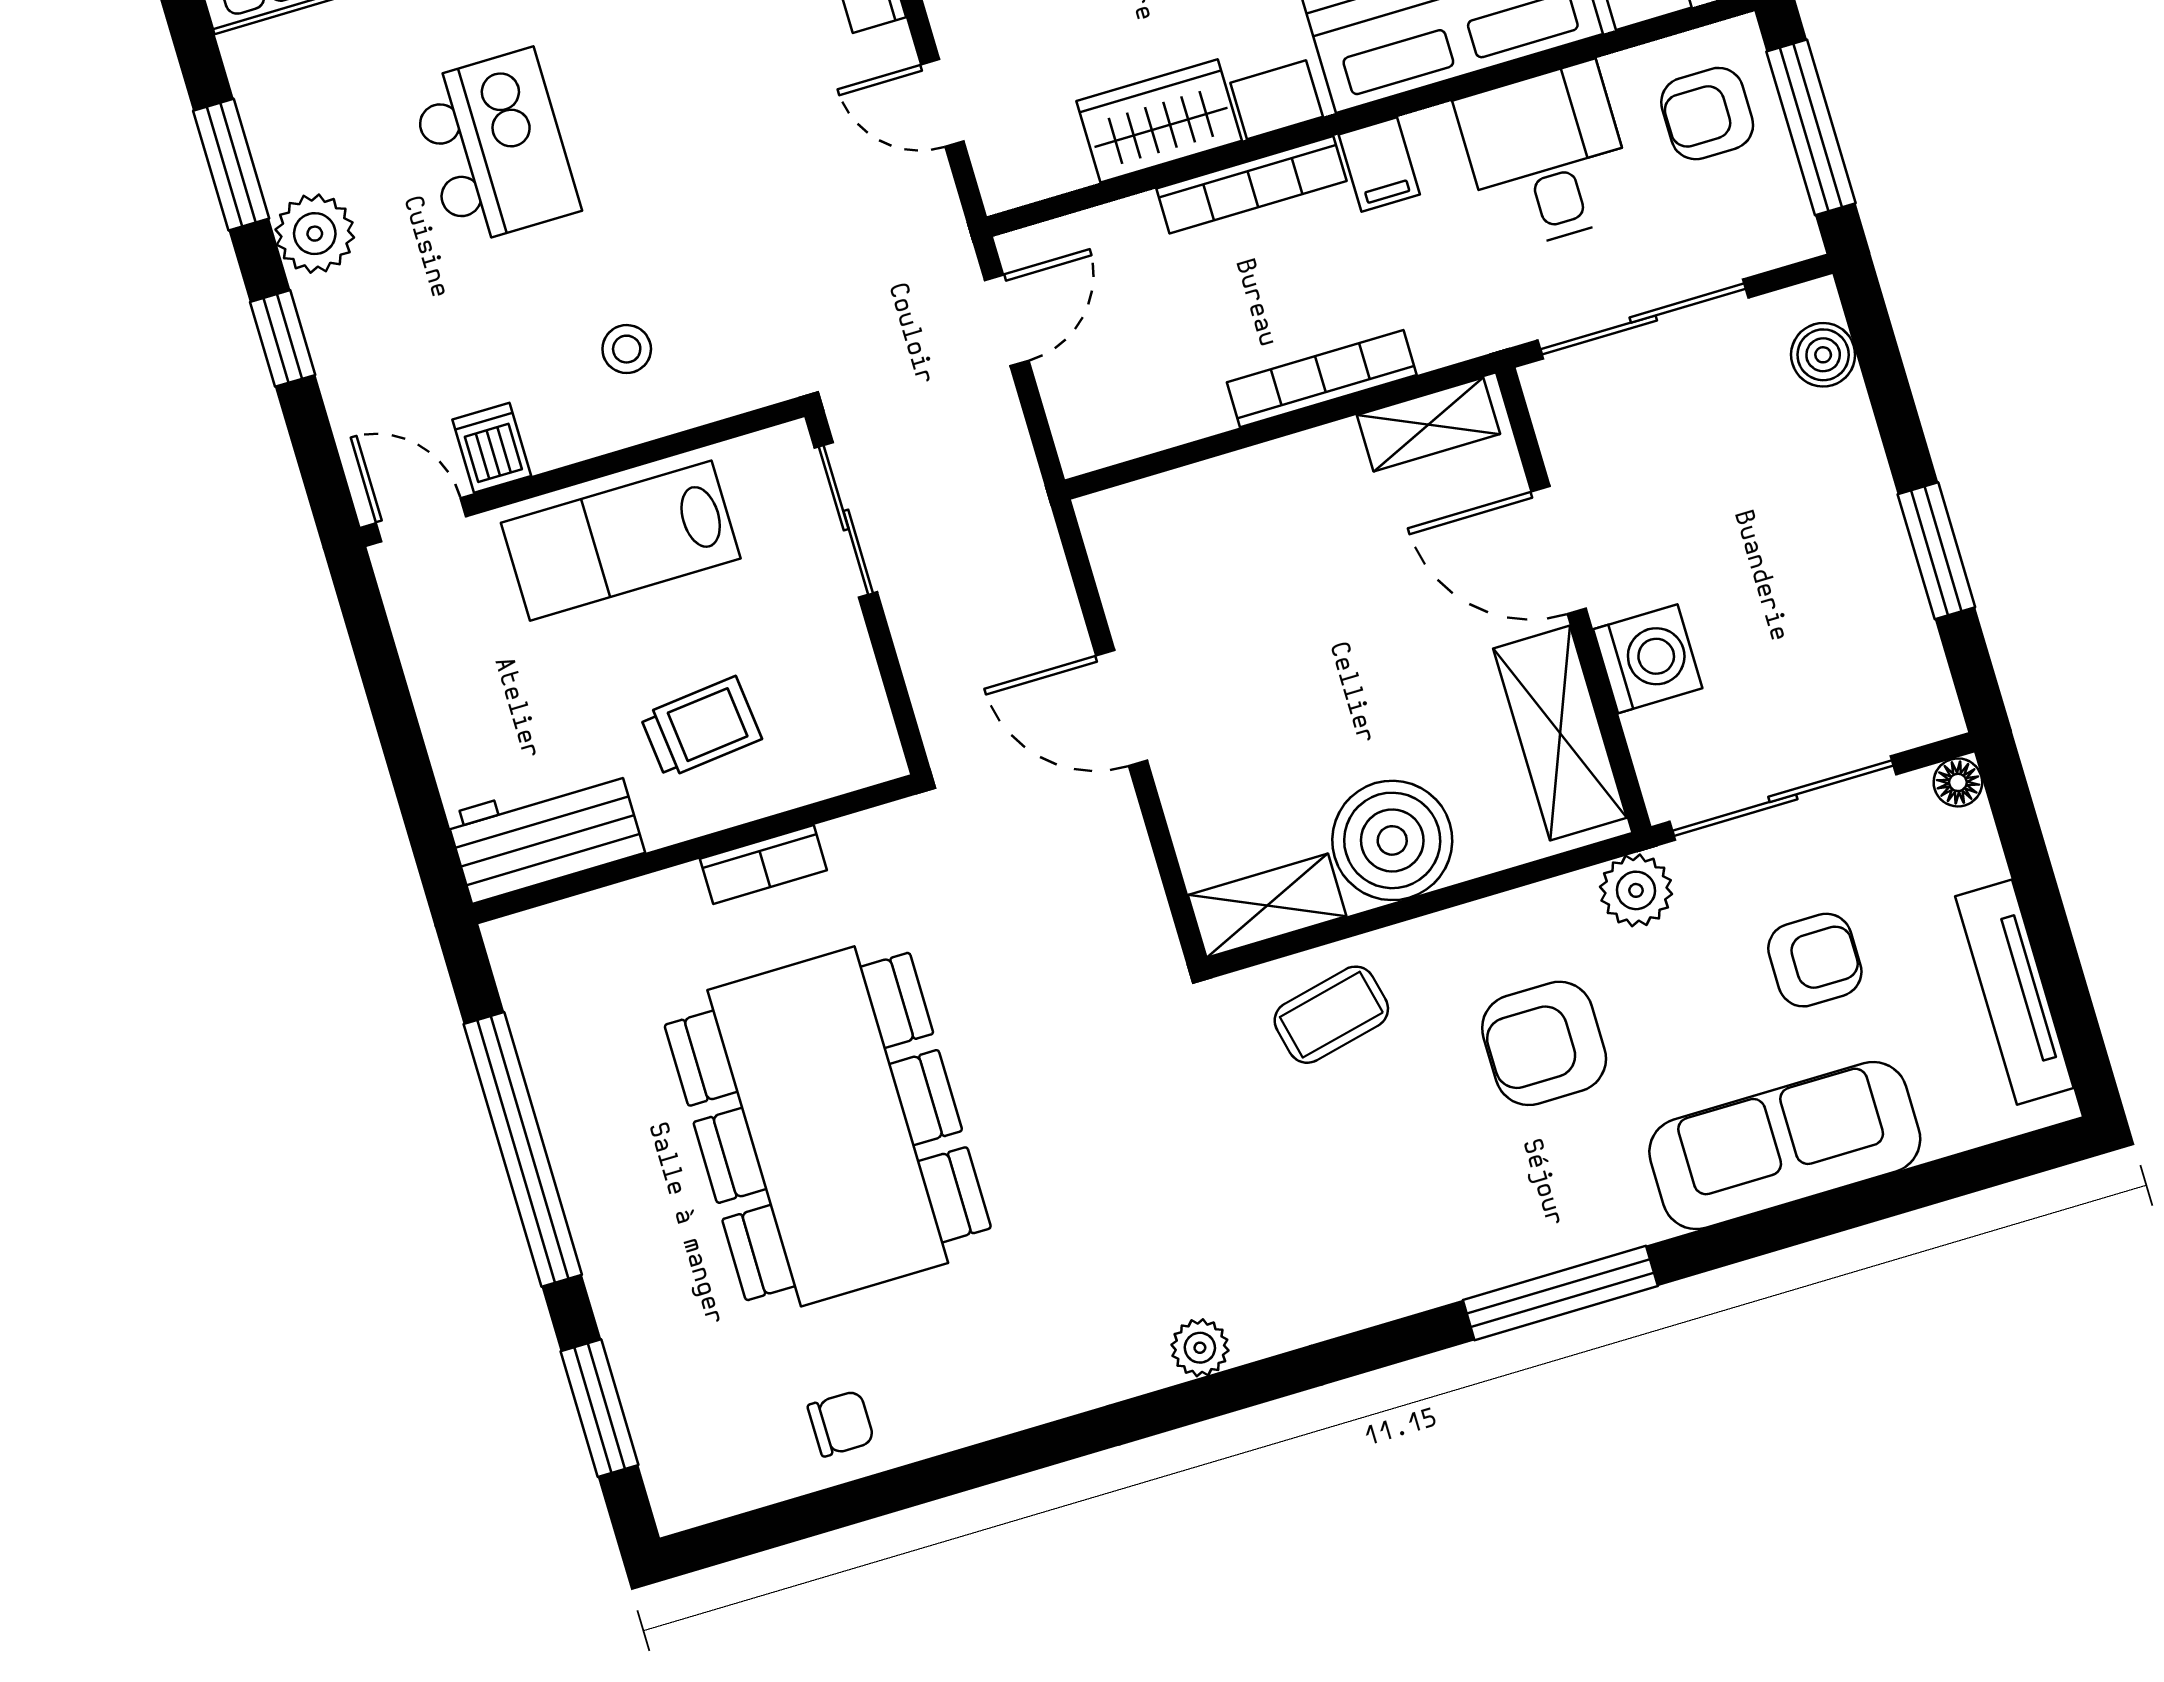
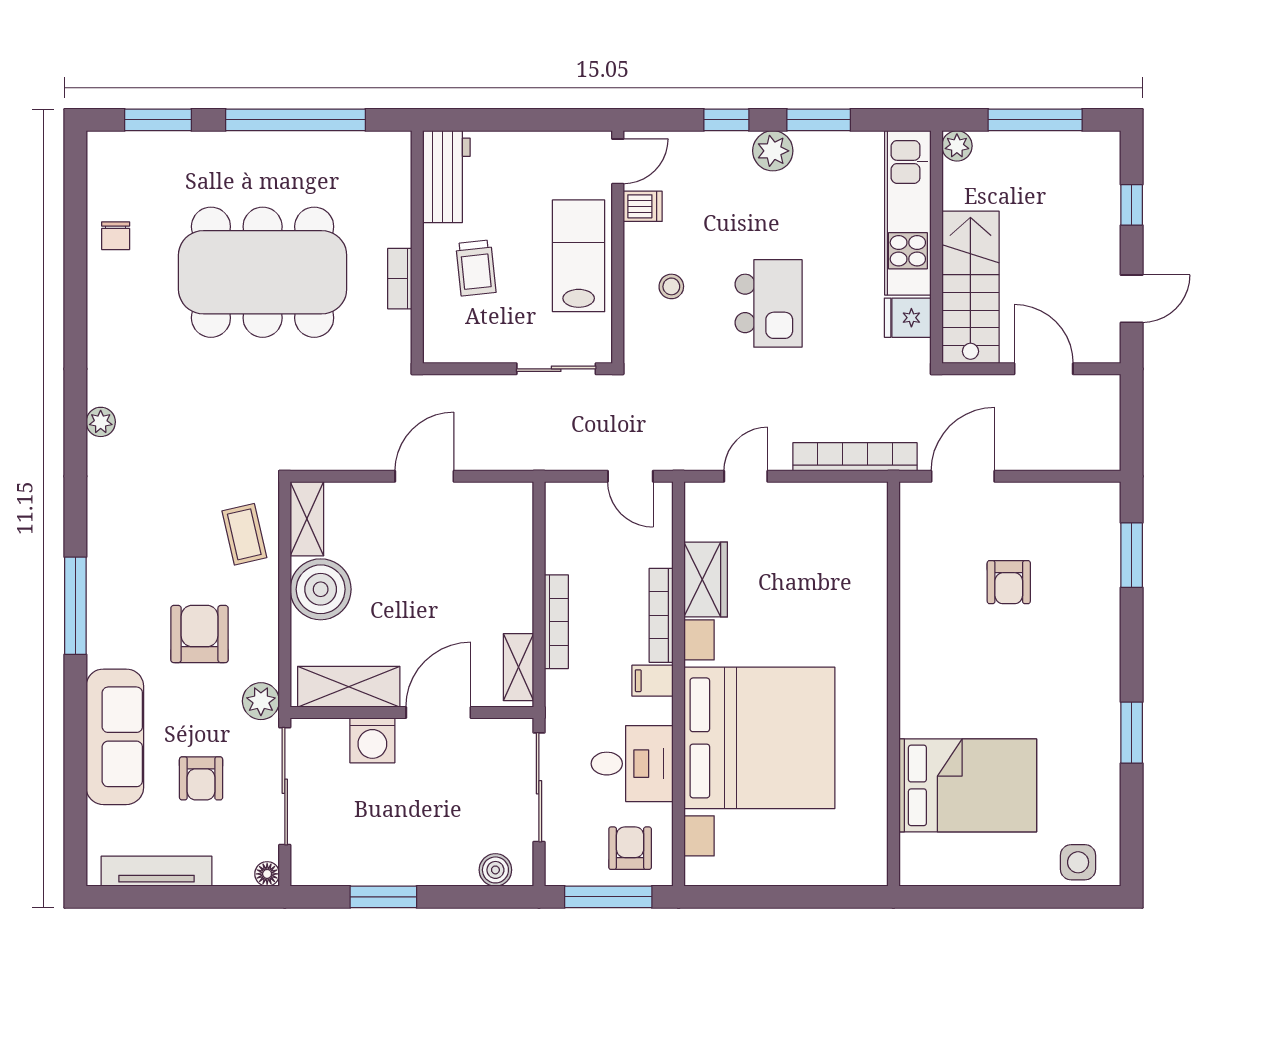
kitchen island: (495, 147) -> (769, 303), moved, turned -90

